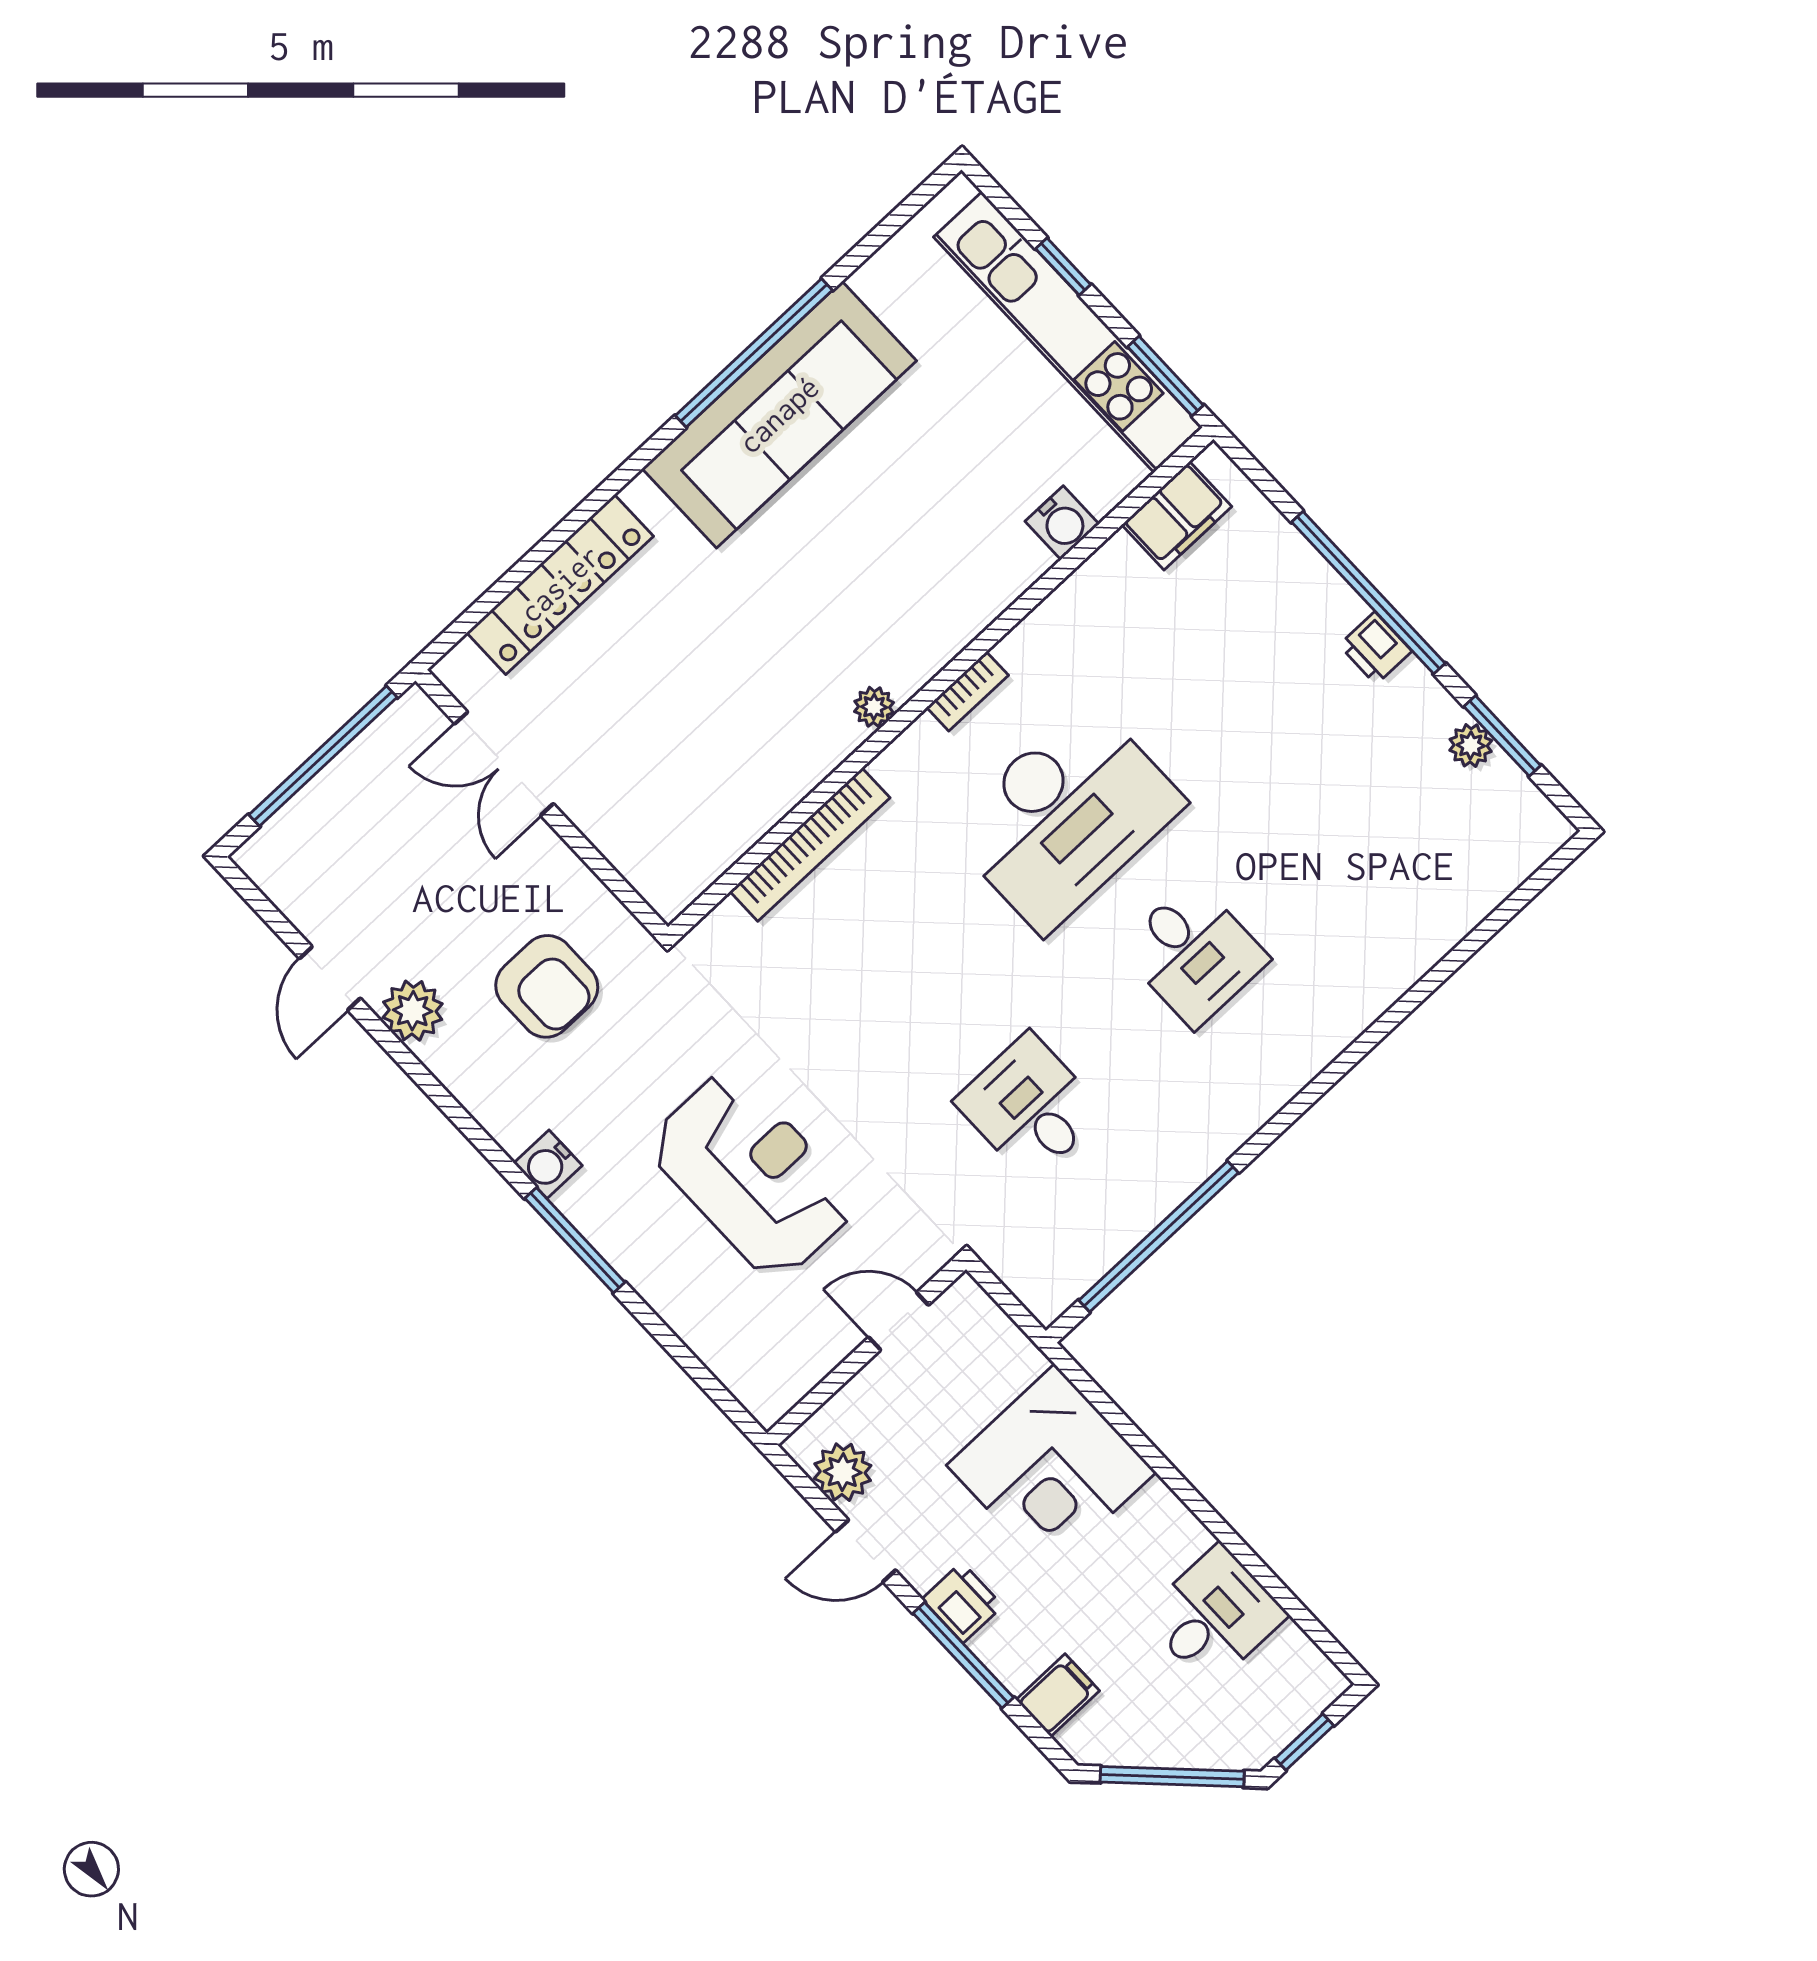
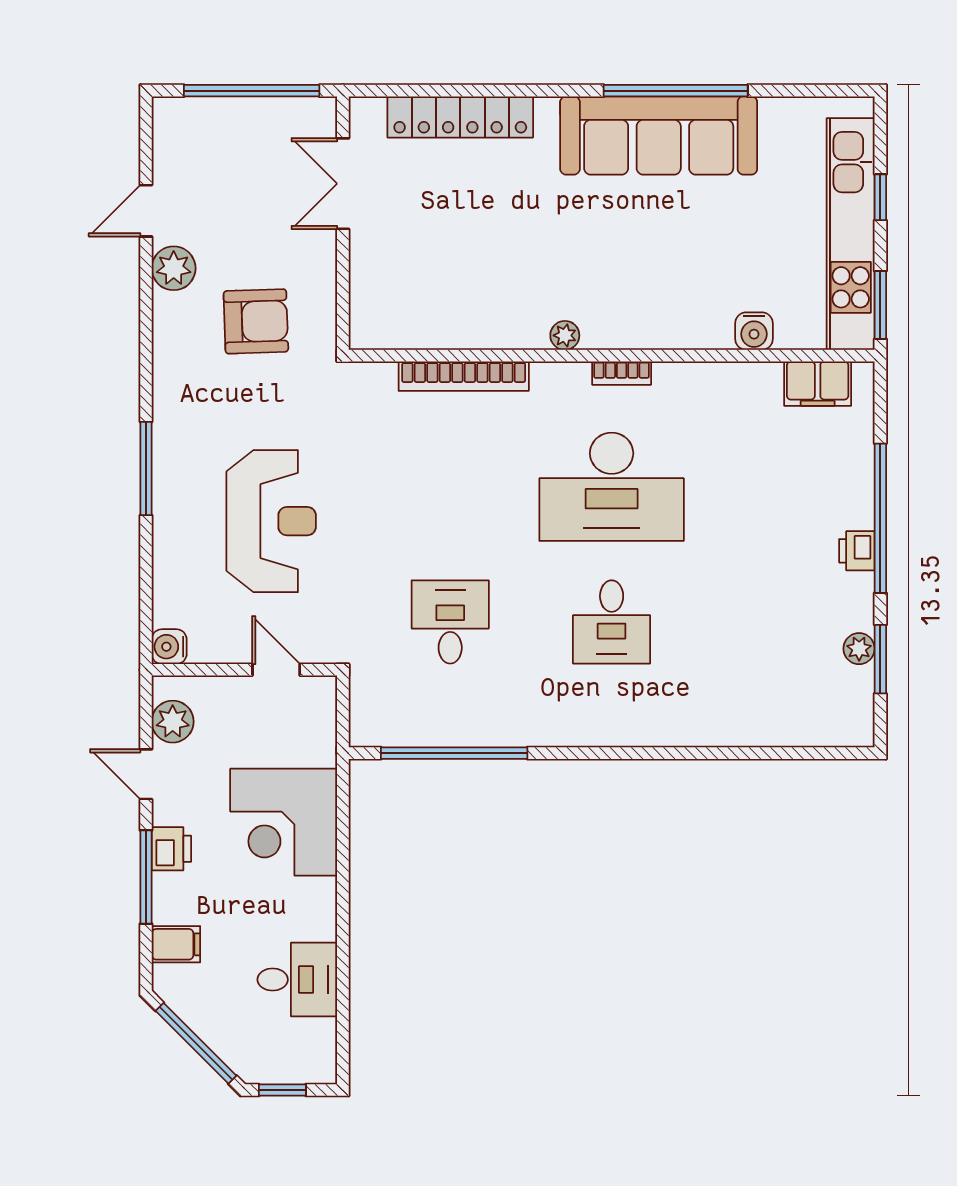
armchair: (547, 986) -> (256, 321), turned -92
water cooler: (548, 1164) -> (169, 647), moved

